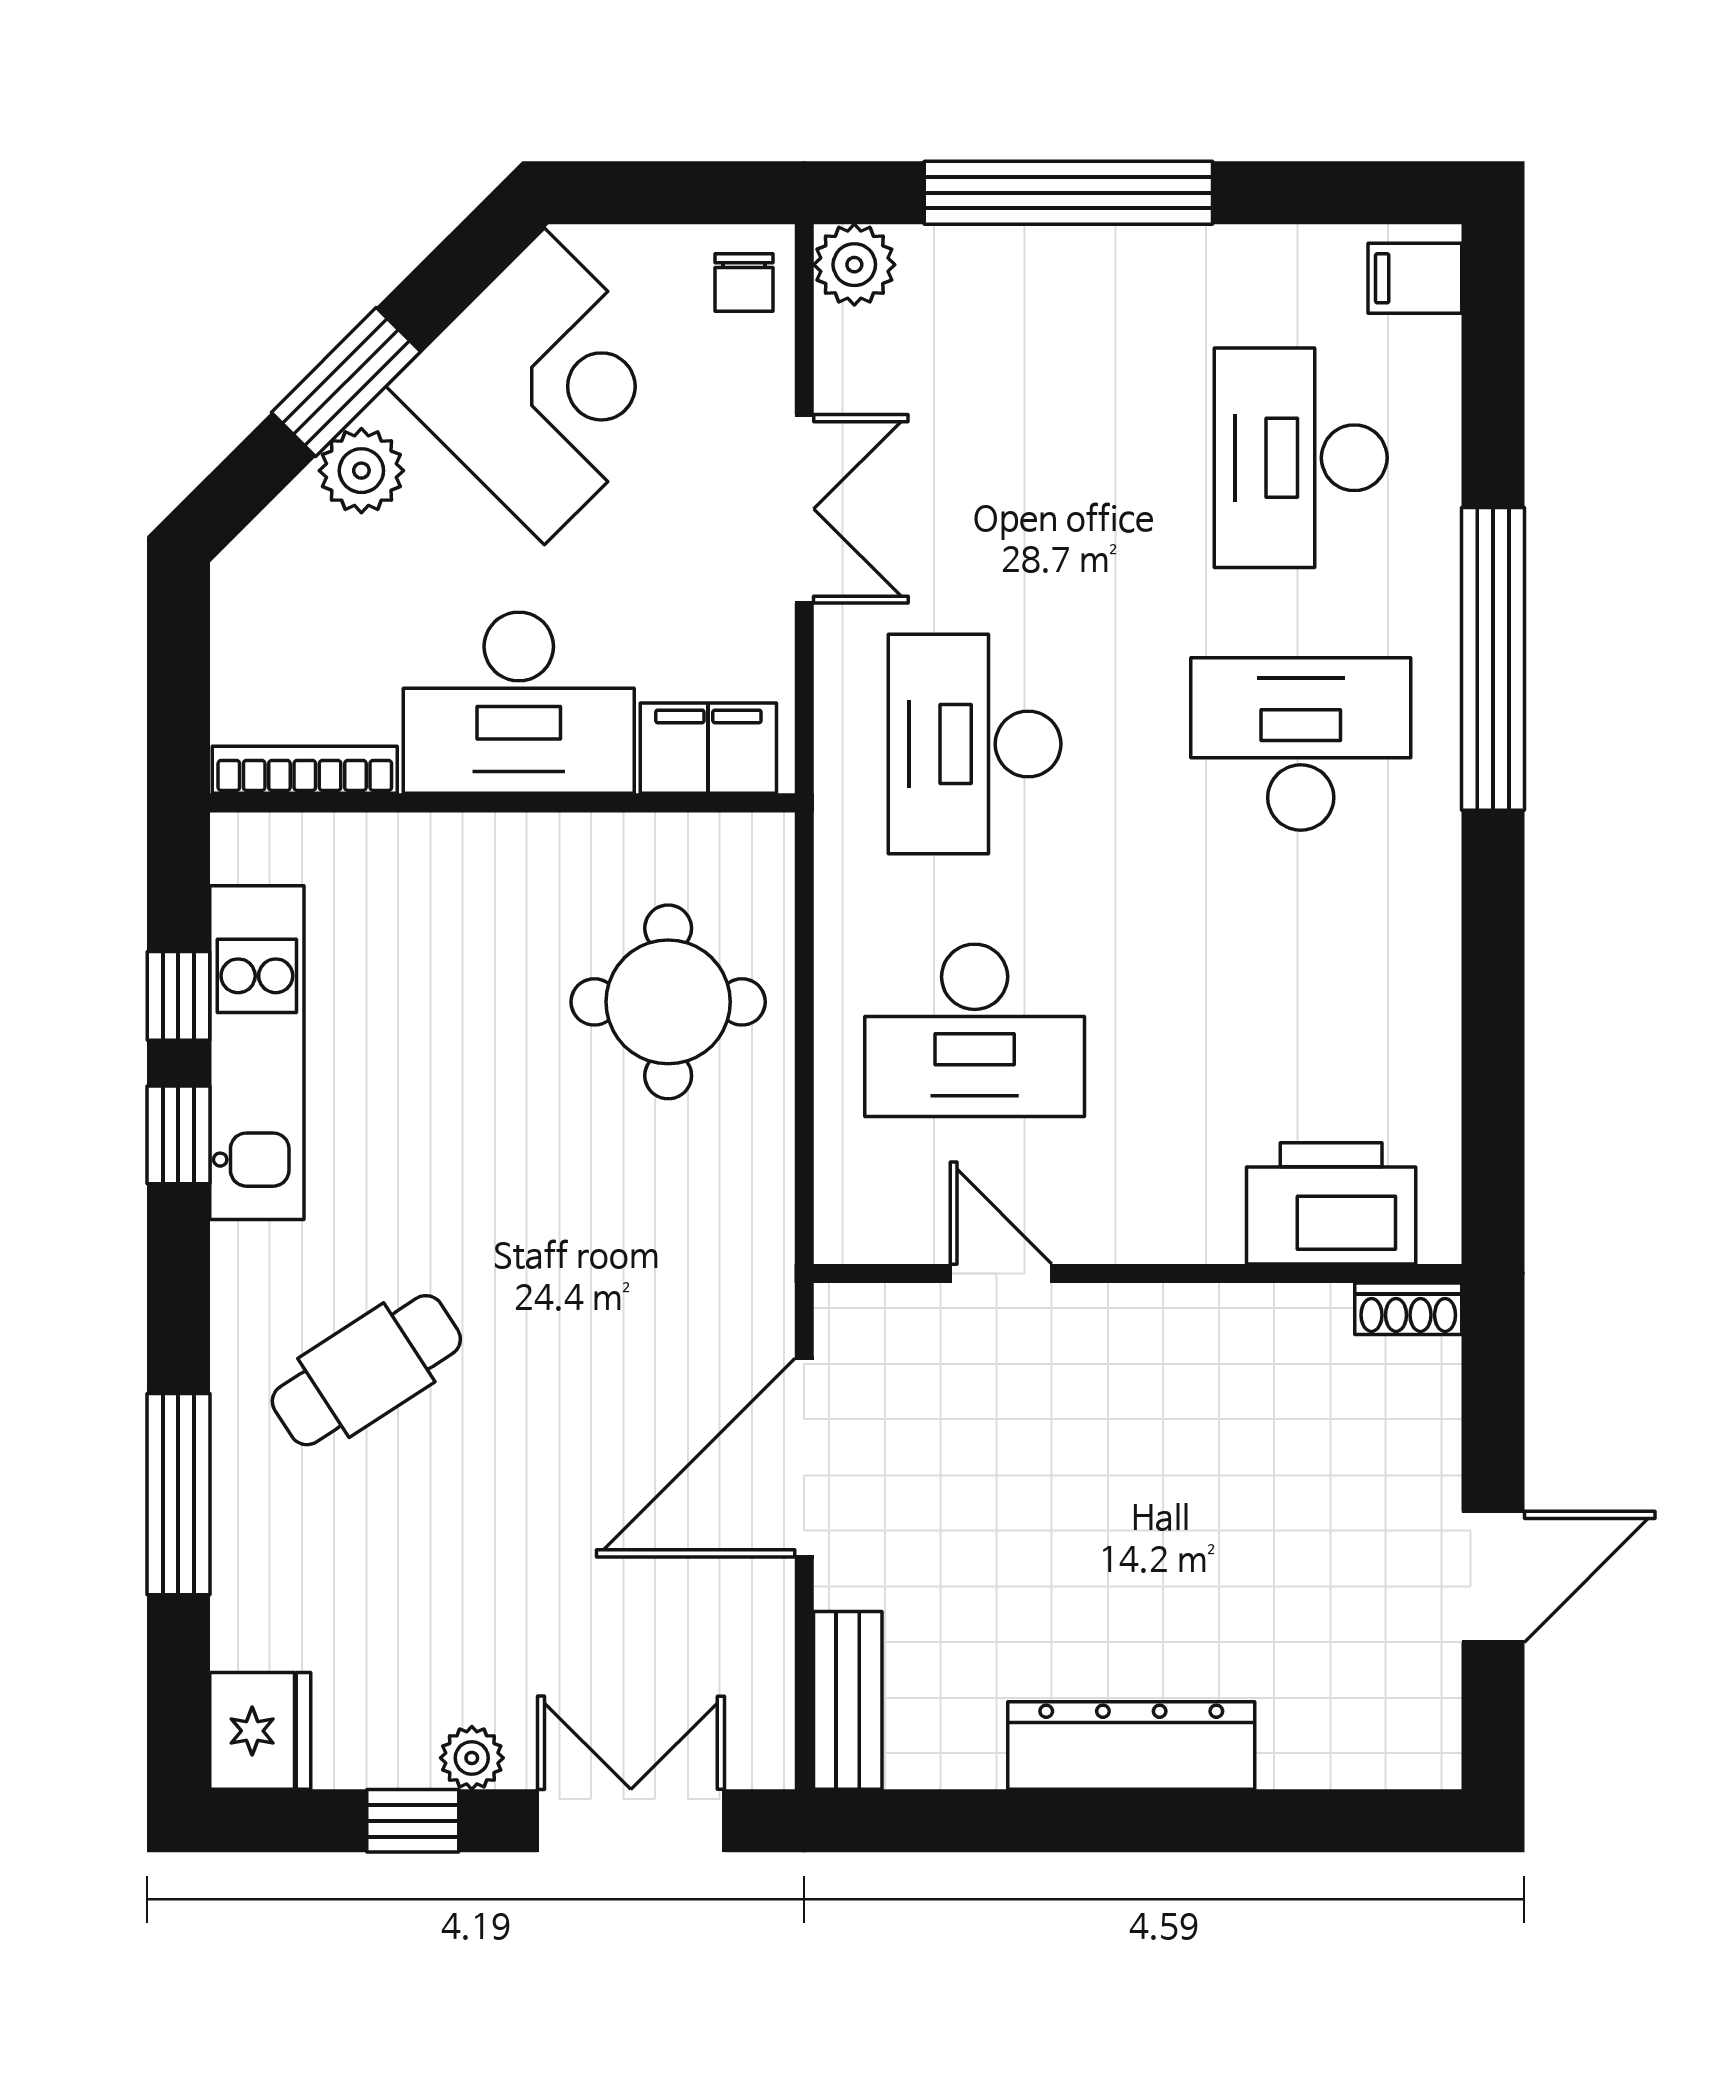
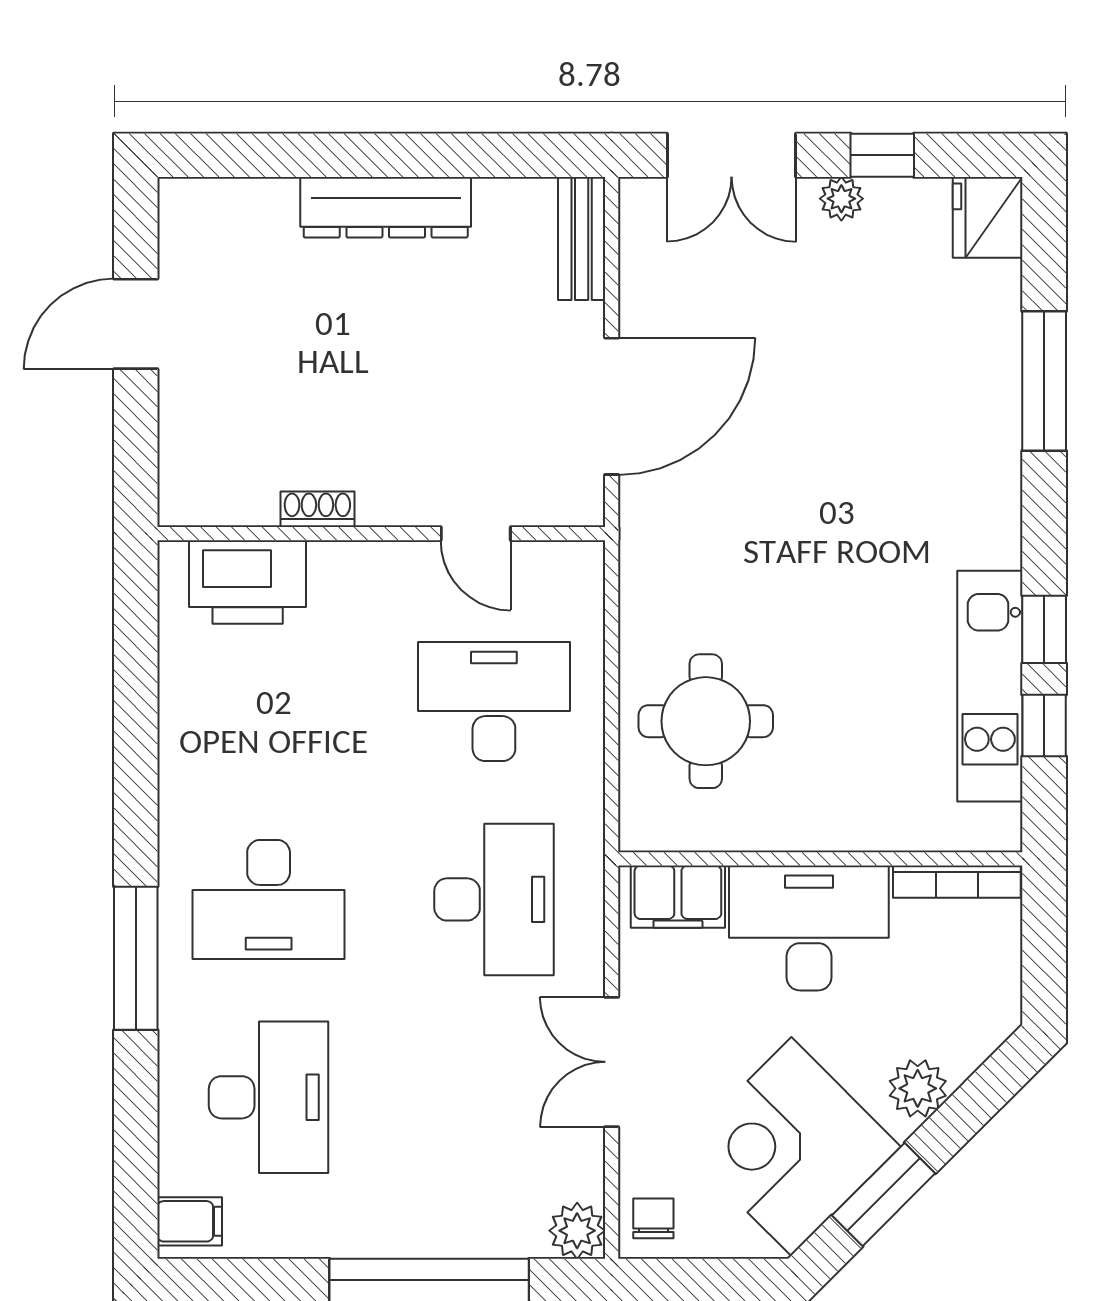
window: (346, 382) -> (884, 1194), moved
window: (1493, 659) -> (136, 958), width x0.68
shoe rack: (1408, 1309) -> (317, 509), moved
cafe table: (366, 1370) -> (914, 467), removed

